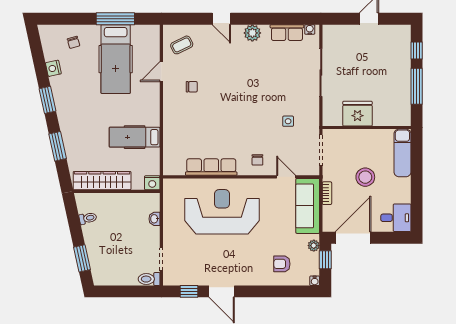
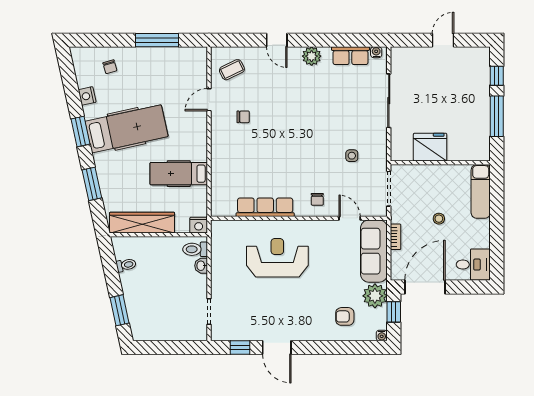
hospital bed: (116, 59) -> (126, 129), moved, turned -102
stool: (365, 177) -> (439, 219), width x0.53, depth x0.53
reception desk: (222, 212) -> (277, 258), width x0.74, depth x0.77
plant: (314, 246) -> (375, 296), width x1.88, depth x1.88
toilet: (149, 279) -> (195, 249), moved

